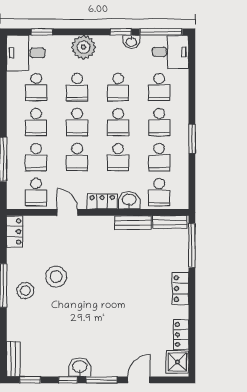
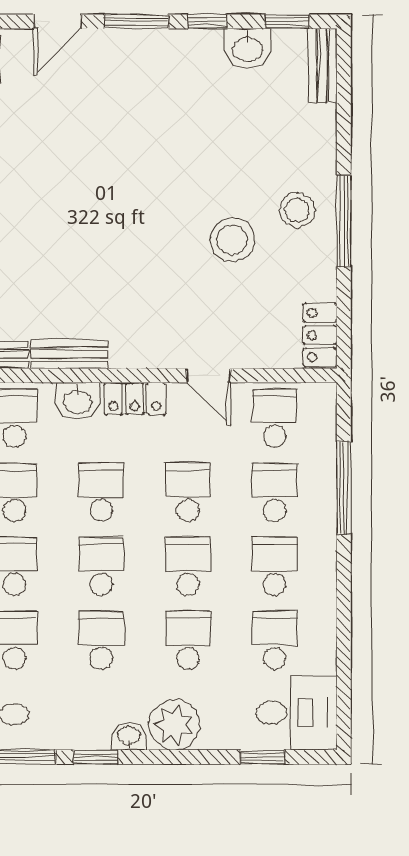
washbasin: (131, 42) -> (129, 736), moved
washbasin: (80, 367) -> (247, 48), moved

